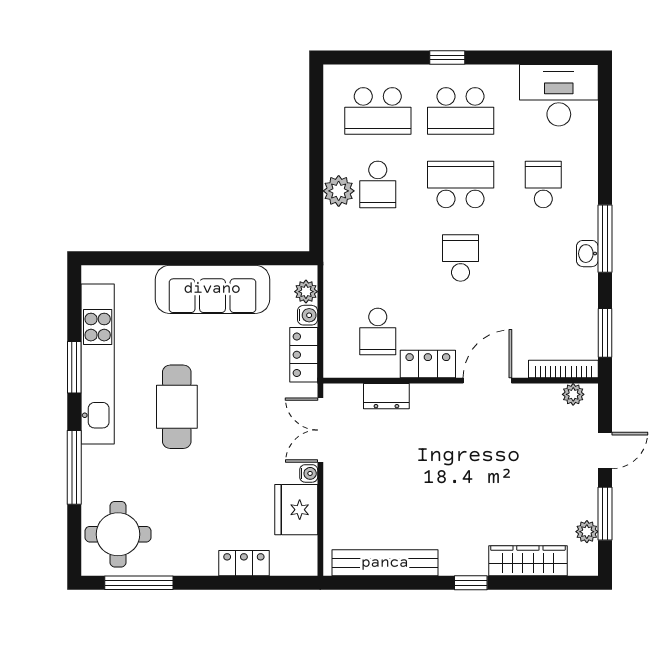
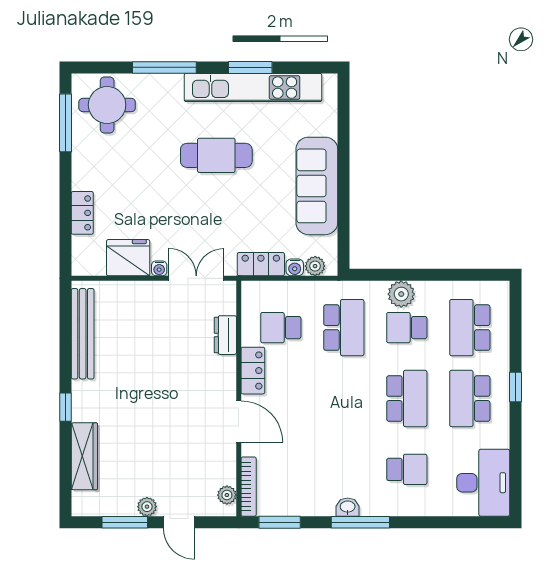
school desk: (461, 258) -> (344, 328), moved, width x1.85
plant: (587, 532) -> (147, 507), moved

